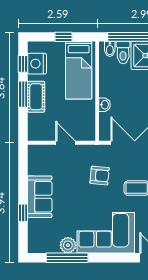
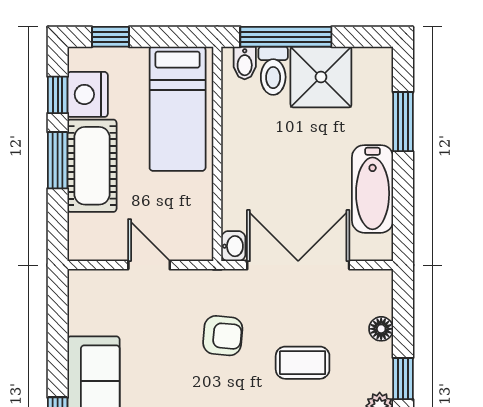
window: (63, 37) -> (110, 37), moved
cot: (36, 97) -> (92, 166), width x1.37, depth x1.34
washbasin: (105, 105) -> (233, 246), moved

